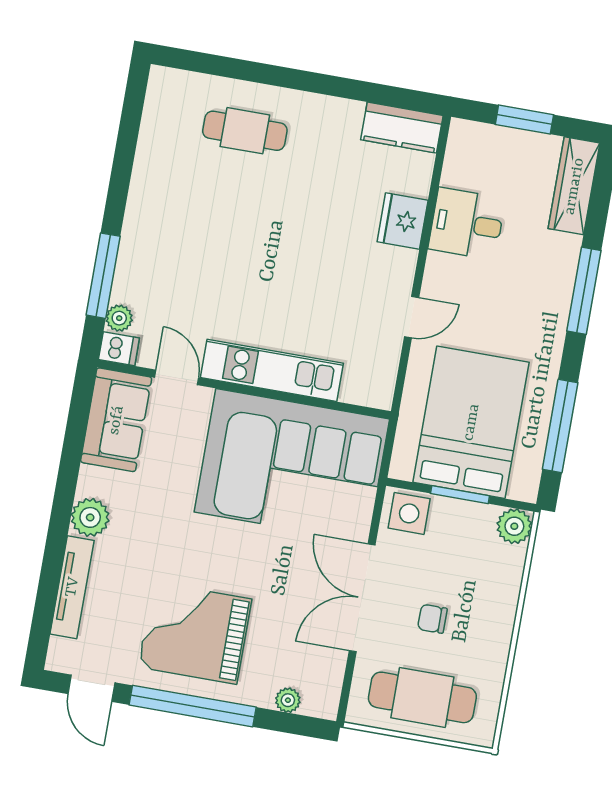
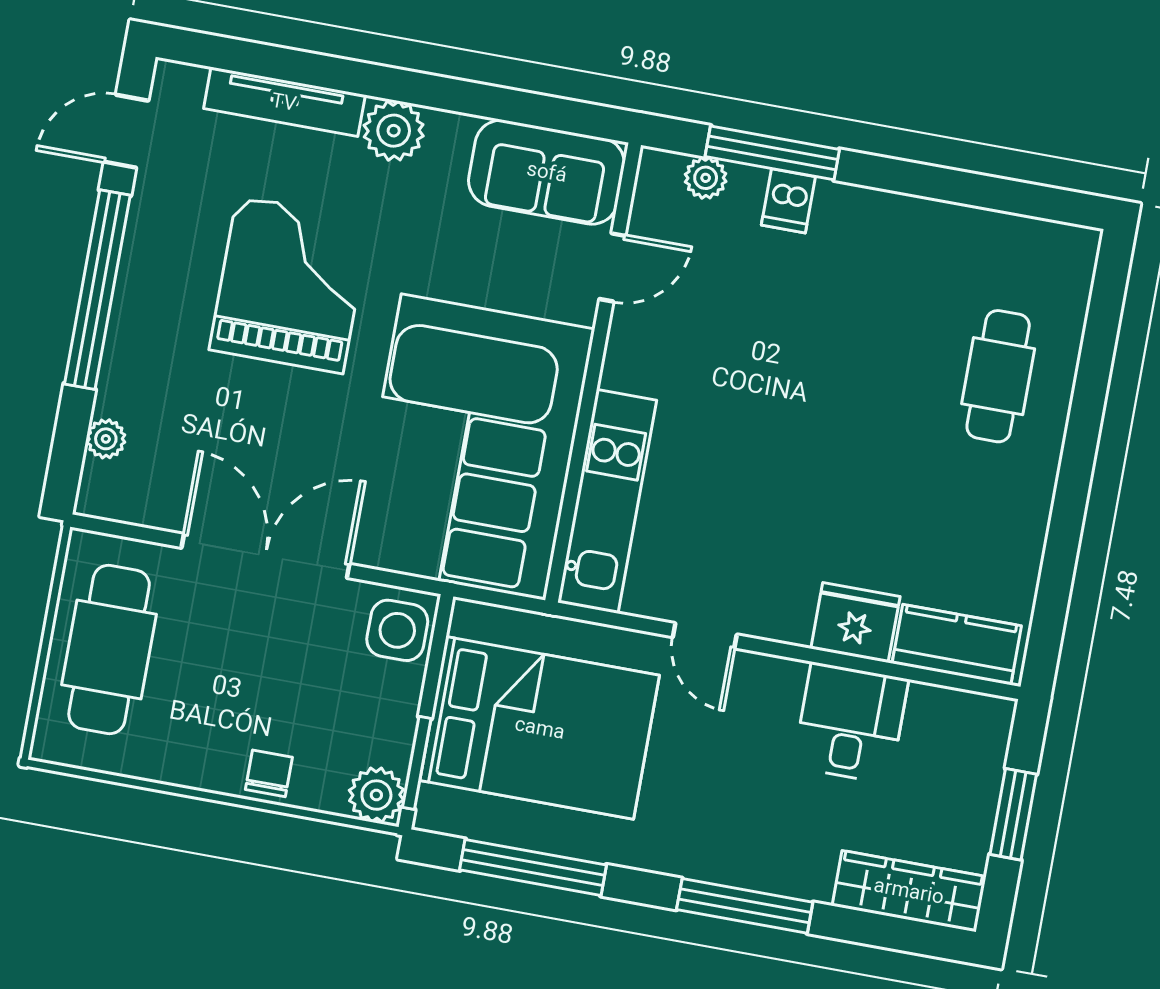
kitchen counter: (402, 128) -> (957, 645), moved, turned 90
dishwasher: (119, 349) -> (788, 201), moved
kitchen unit: (272, 370) -> (607, 501), moved
window: (460, 495) -> (417, 763), moved
chair: (432, 619) -> (269, 773), moved
grand piano: (195, 633) -> (290, 285), moved

